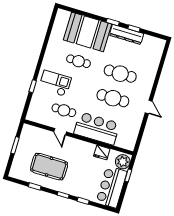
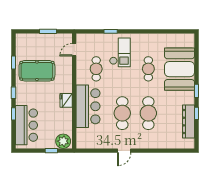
dresser: (127, 34) -> (188, 122), moved
door: (60, 132) -> (74, 50), moved
fridge: (102, 152) -> (66, 100), moved
pool table: (49, 167) -> (37, 71), turned 90
bar counter: (111, 187) -> (26, 125), moved, turned 90

